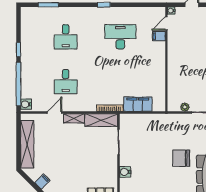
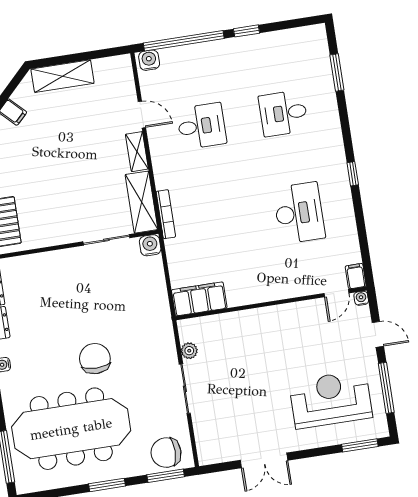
door: (166, 23) -> (336, 293), swing flipped
filing cabinet: (159, 36) -> (356, 276), moved
desk: (66, 82) -> (201, 126), turned 180
filing cabinet: (138, 104) -> (199, 299), moved, turned -90
shelving: (27, 144) -> (63, 76), width x0.68
water cooler: (125, 172) -> (150, 245), moved

